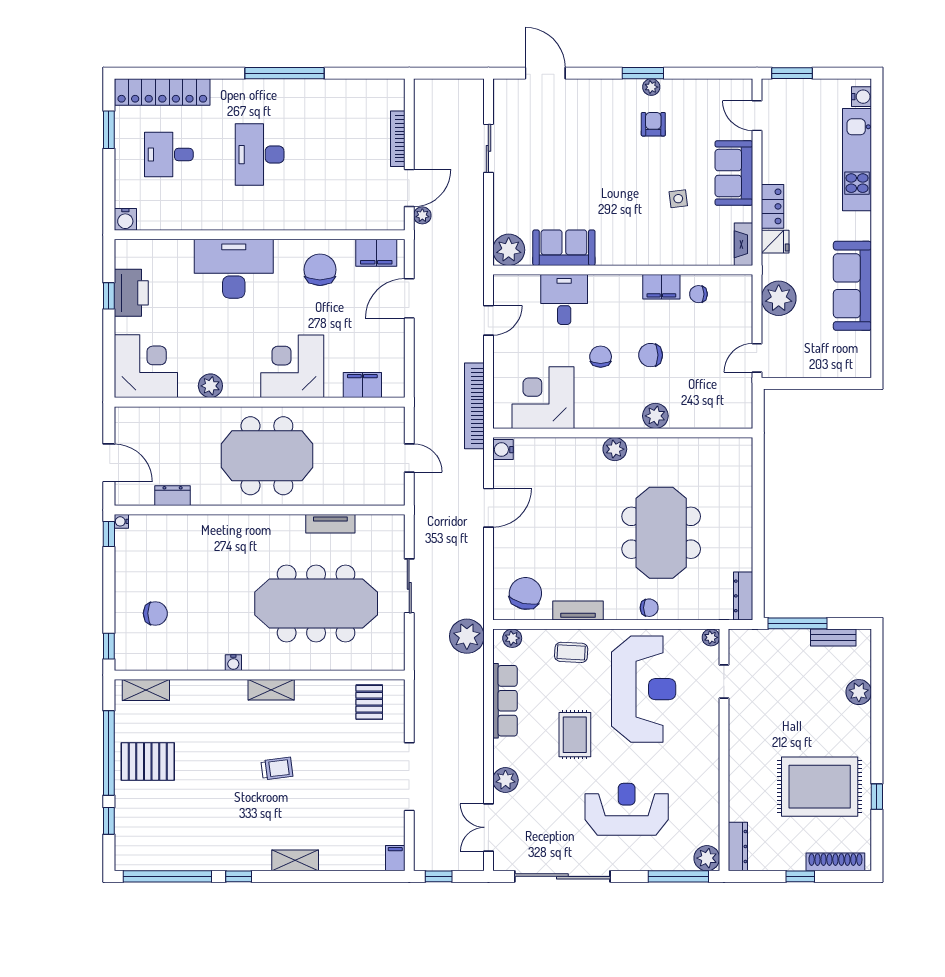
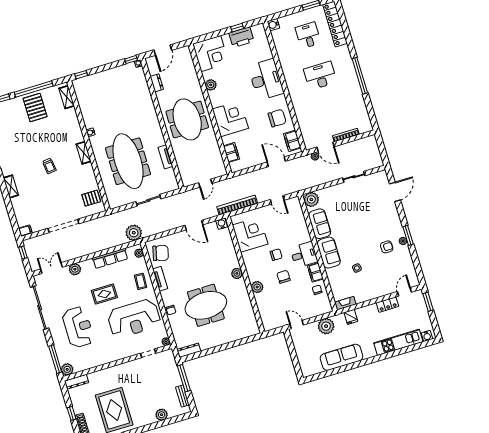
sofa: (734, 173) -> (329, 253), moved, turned 90
locker: (772, 206) -> (387, 305), moved
desk: (564, 300) -> (304, 255), moved
chair: (155, 613) -> (102, 91), removed

